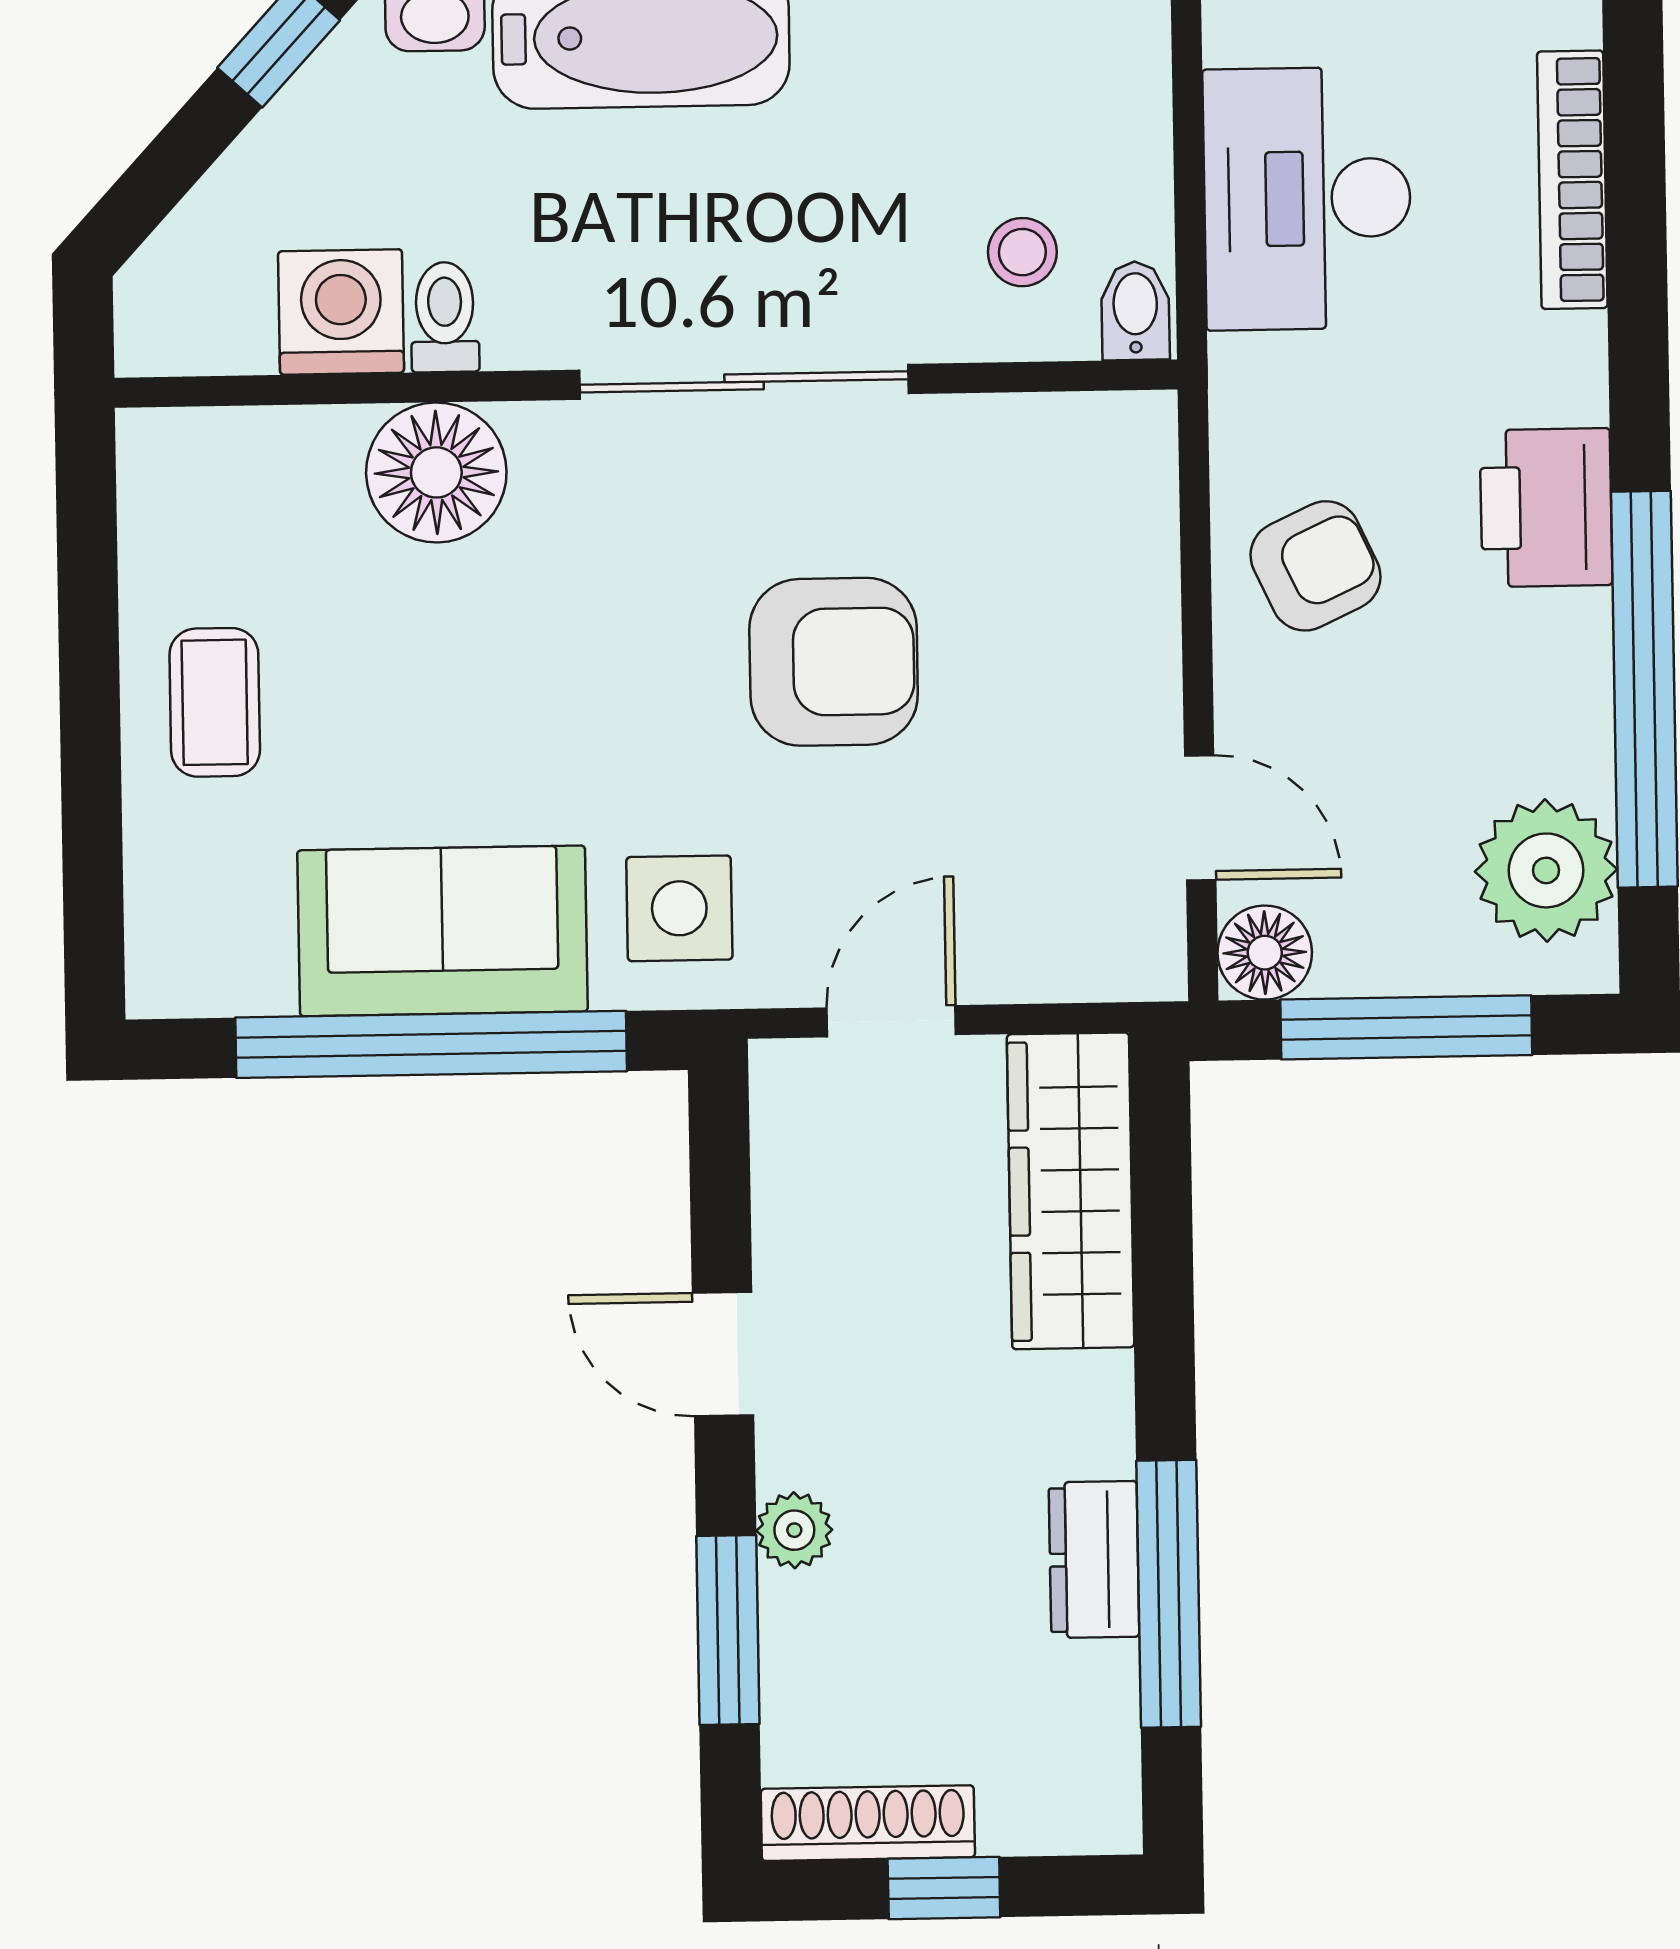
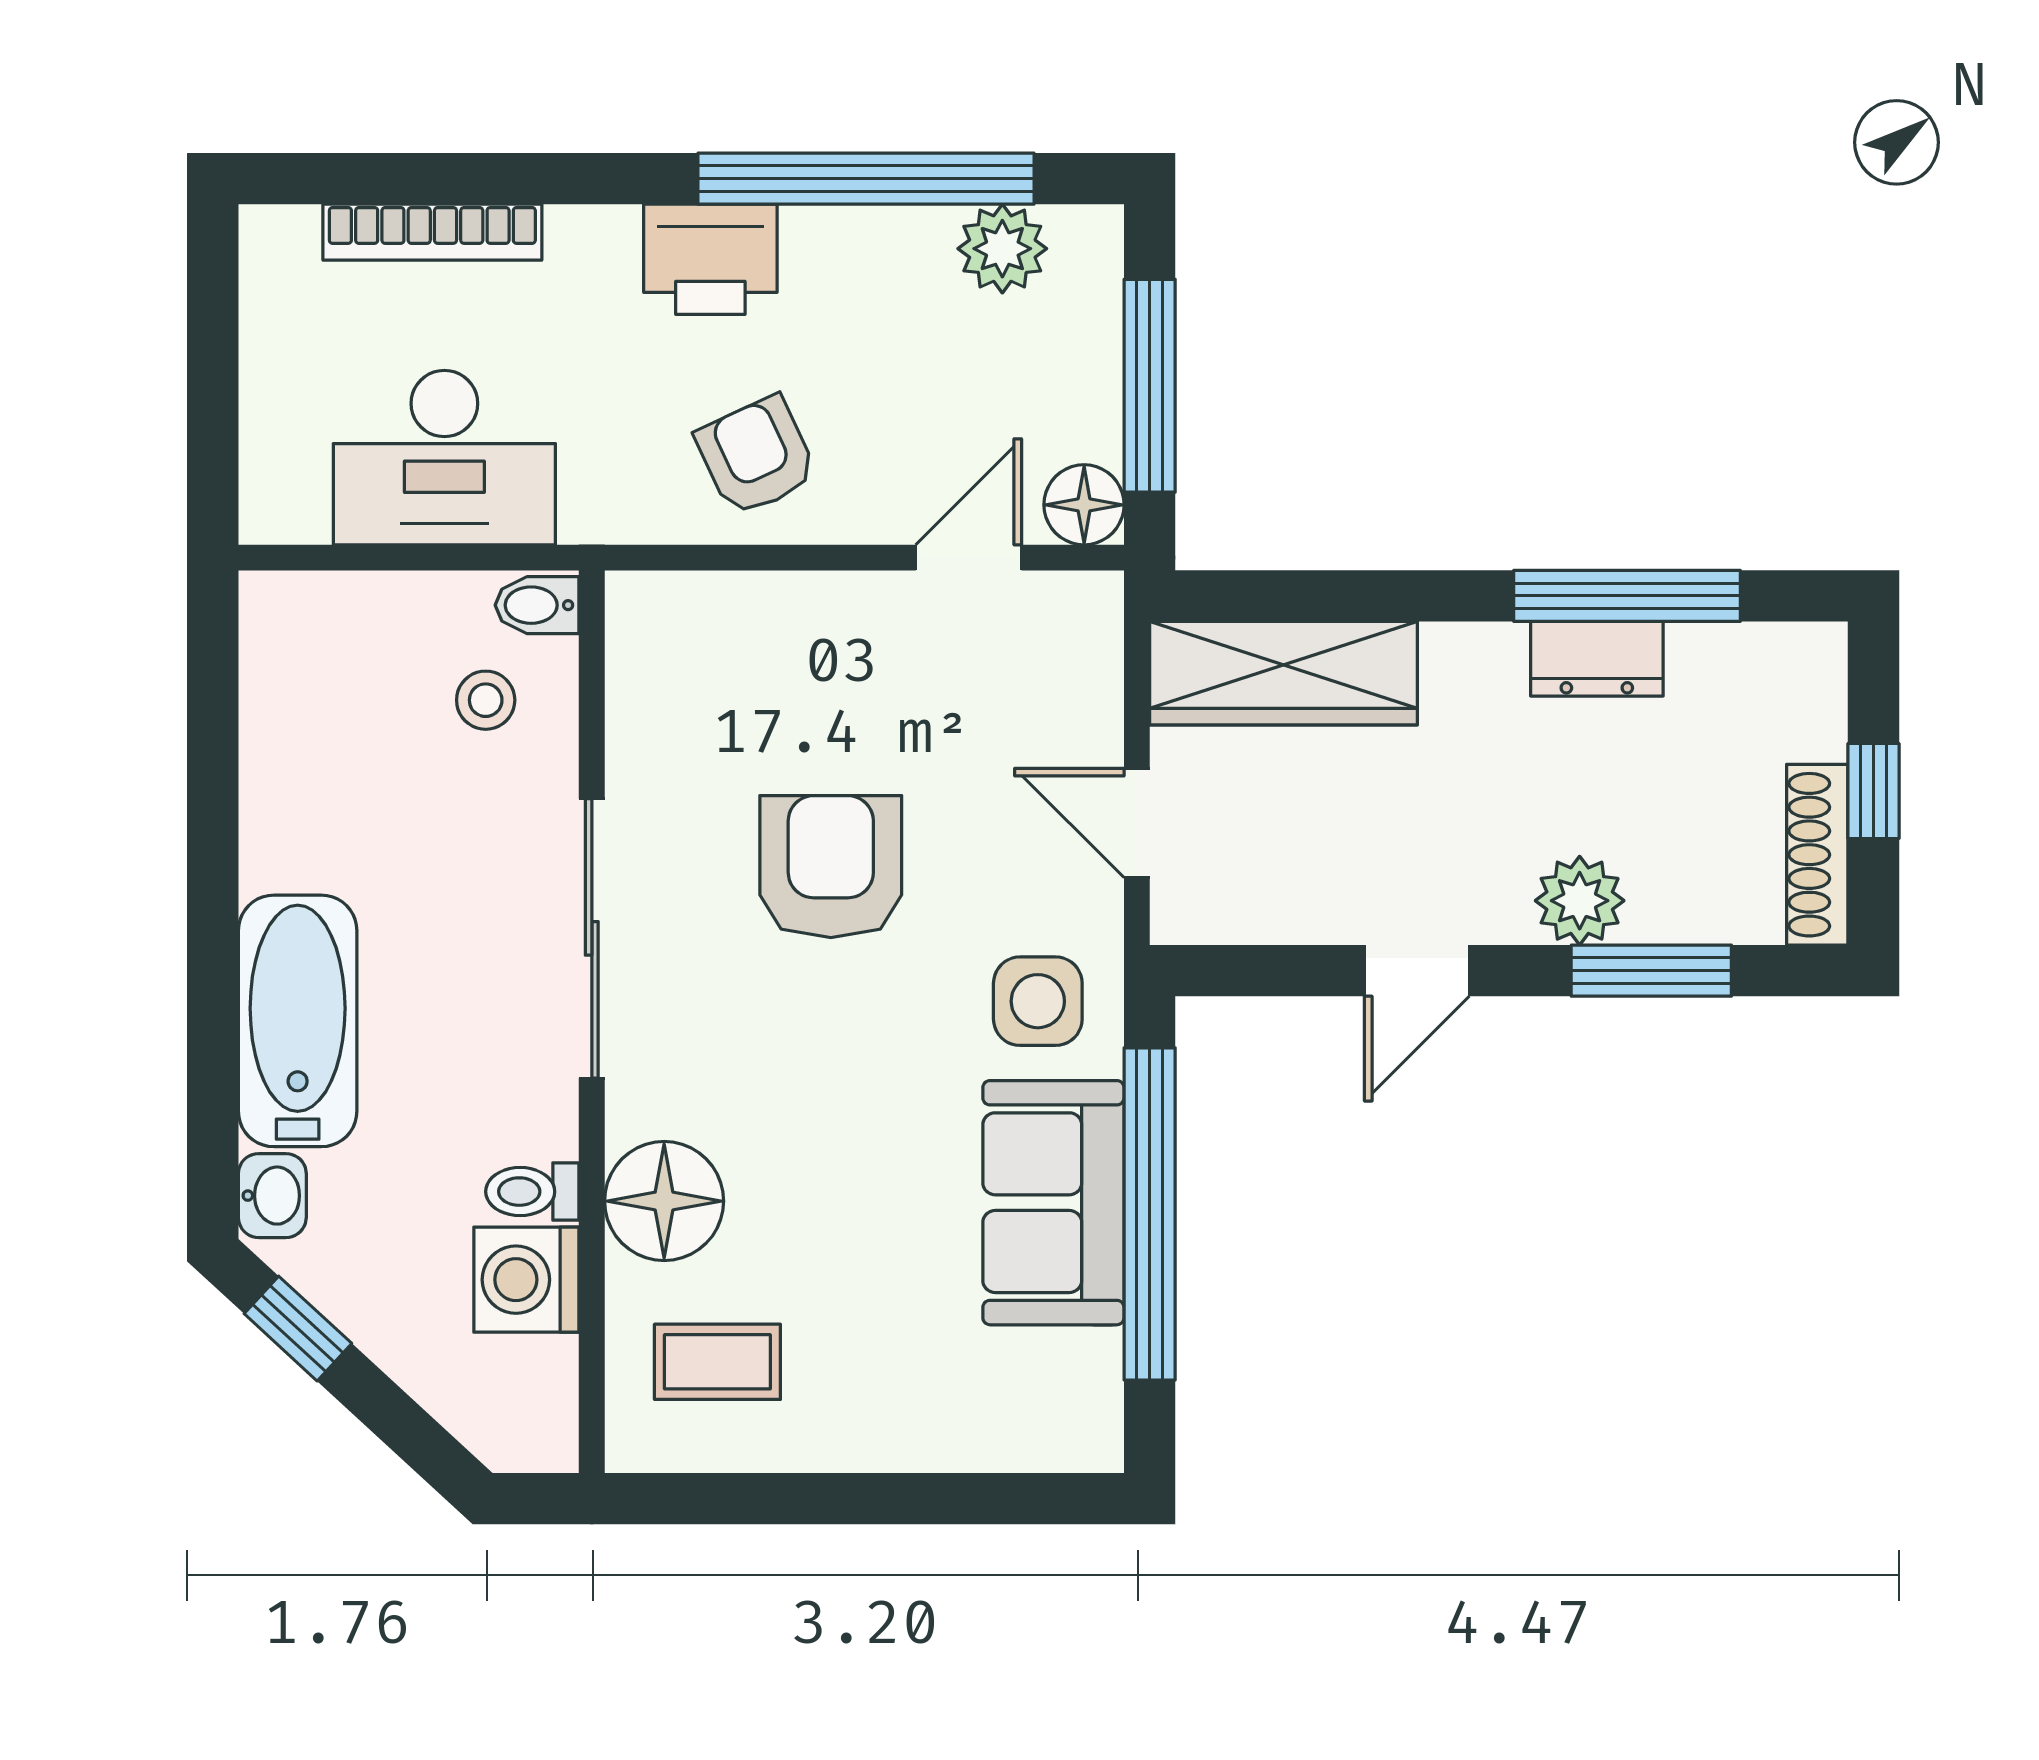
coffee table: (215, 702) -> (717, 1362), moved
plant: (1546, 870) -> (1002, 249), width x0.73, depth x0.73
plant: (794, 1530) -> (1580, 901), width x1.38, depth x1.38

